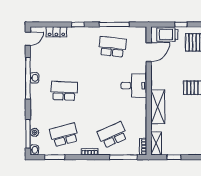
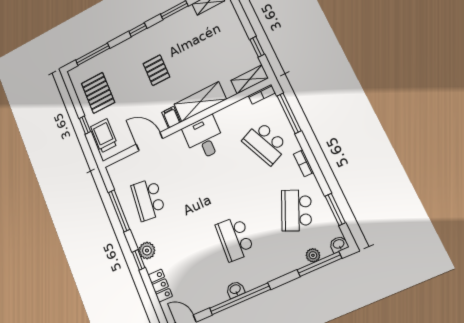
plant: (81, 32) -> (147, 251), added
trolley: (167, 35) -> (104, 136), turned 180
door: (149, 52) -> (149, 141), moved
filing cabinet: (157, 84) -> (171, 117), added
desk: (134, 86) -> (204, 138), moved
school desk: (64, 135) -> (296, 210), turned 39

